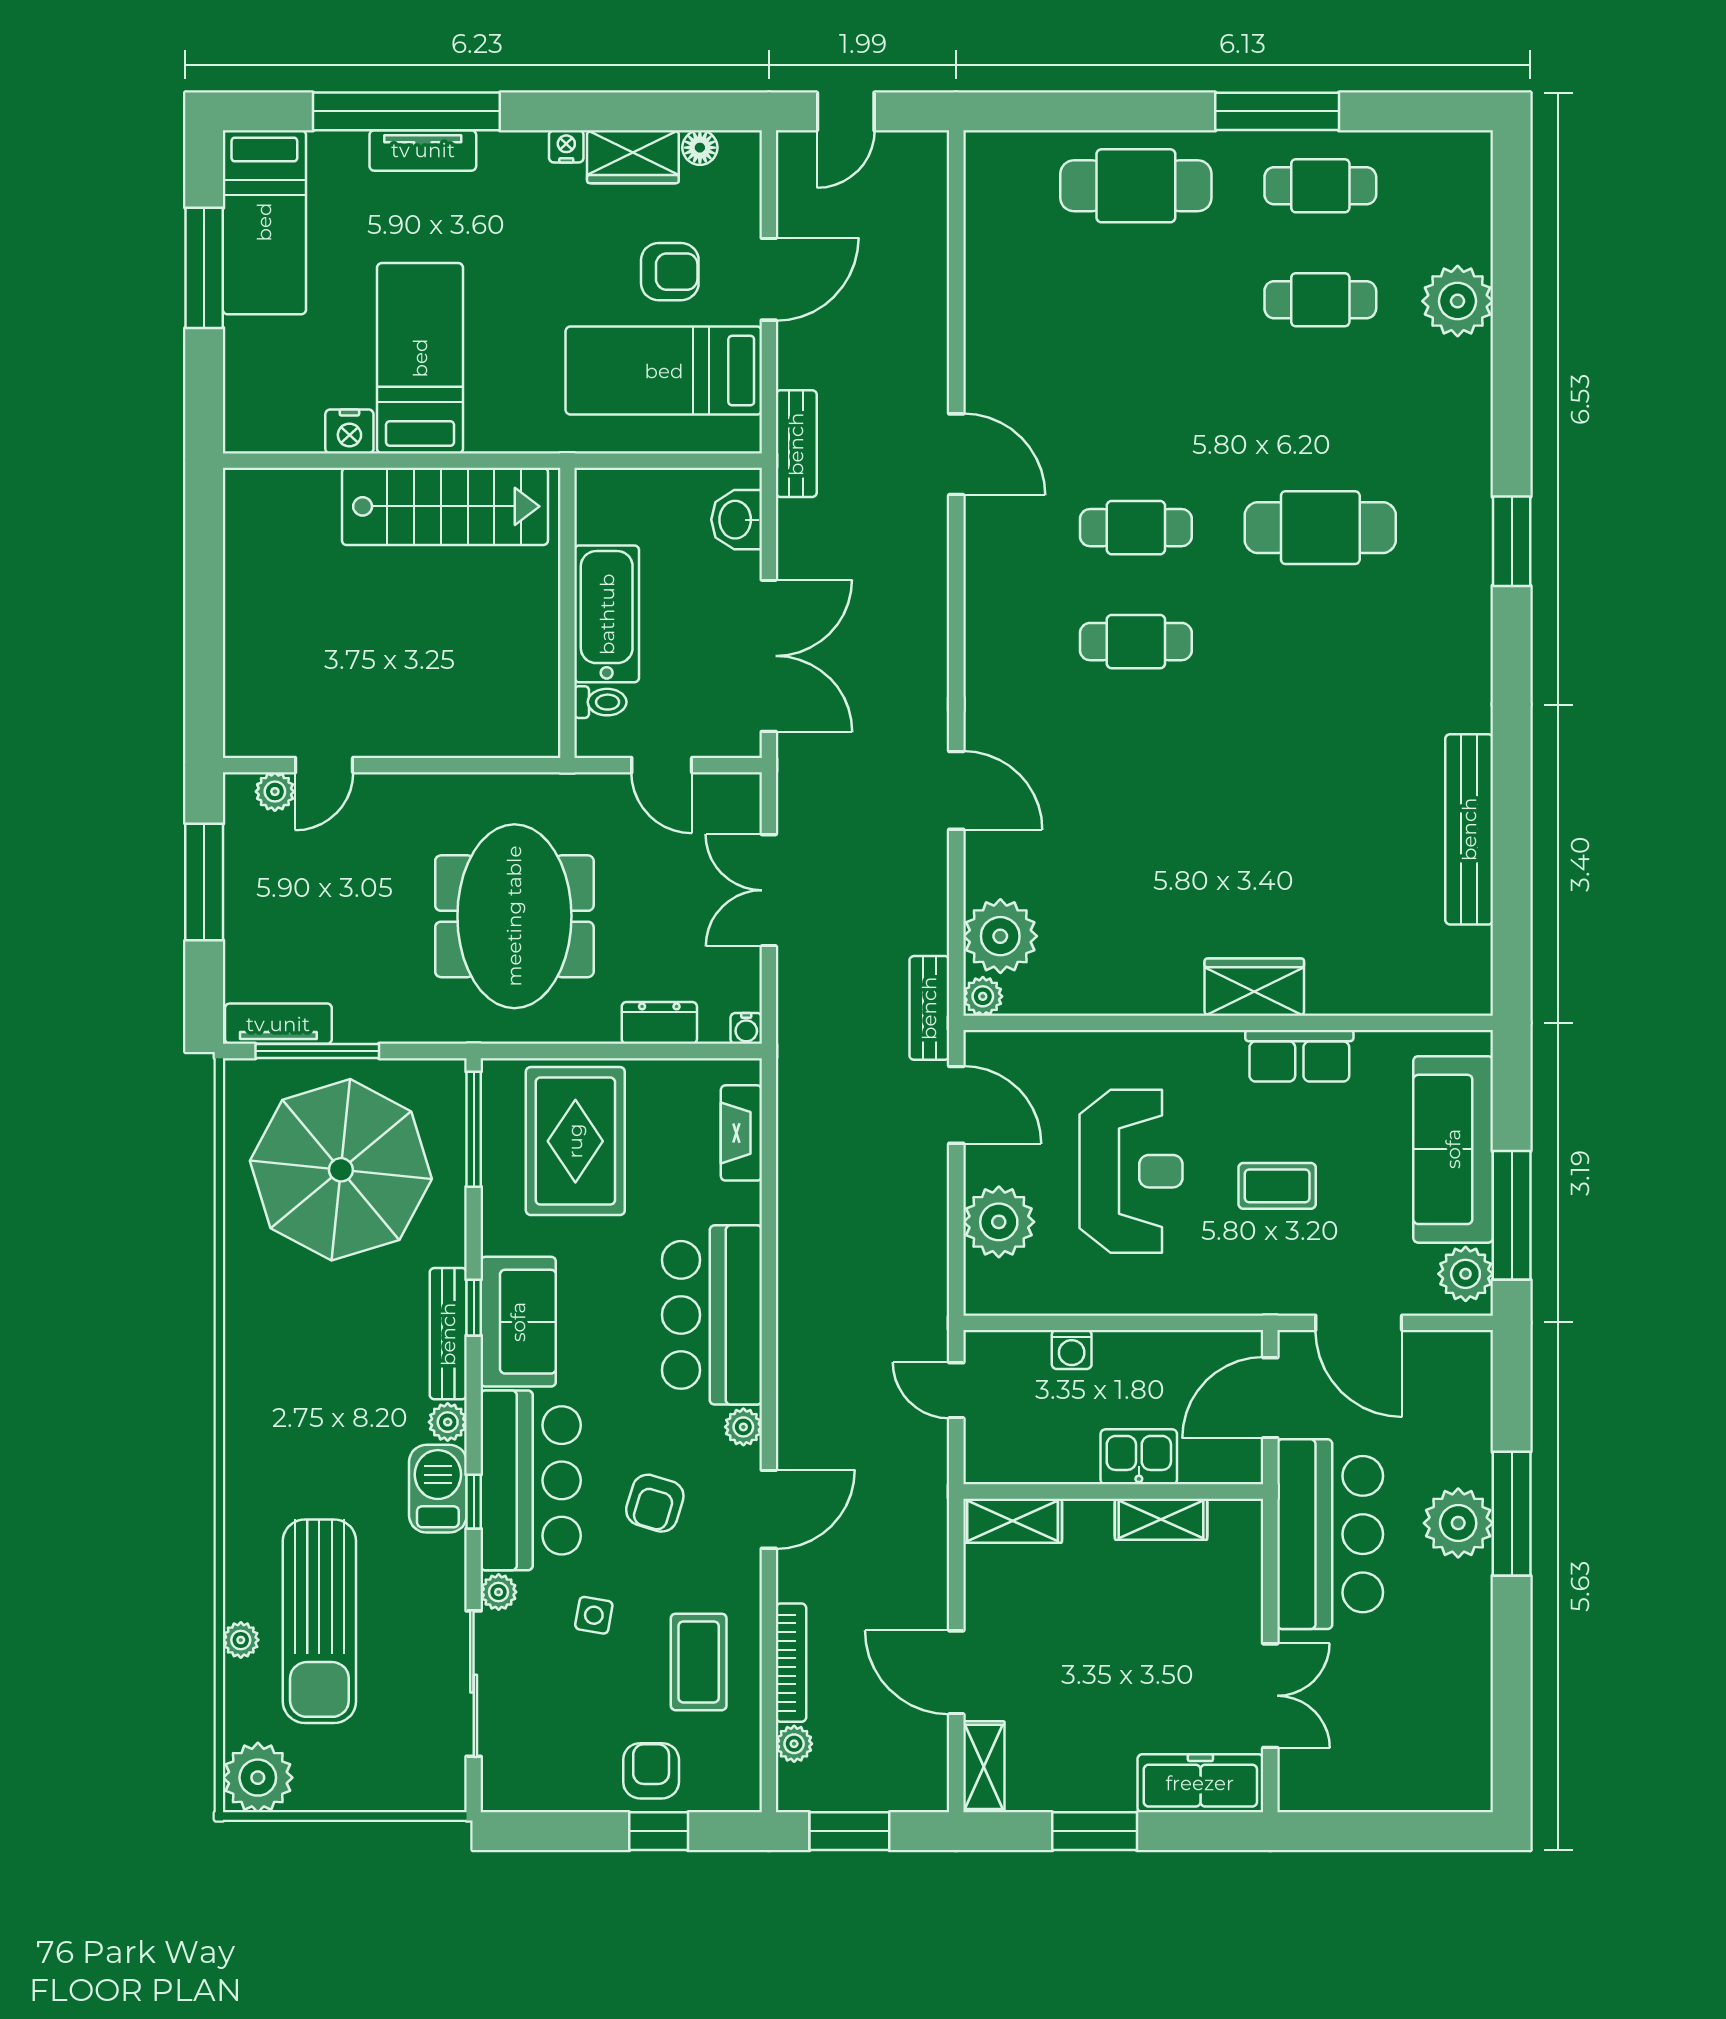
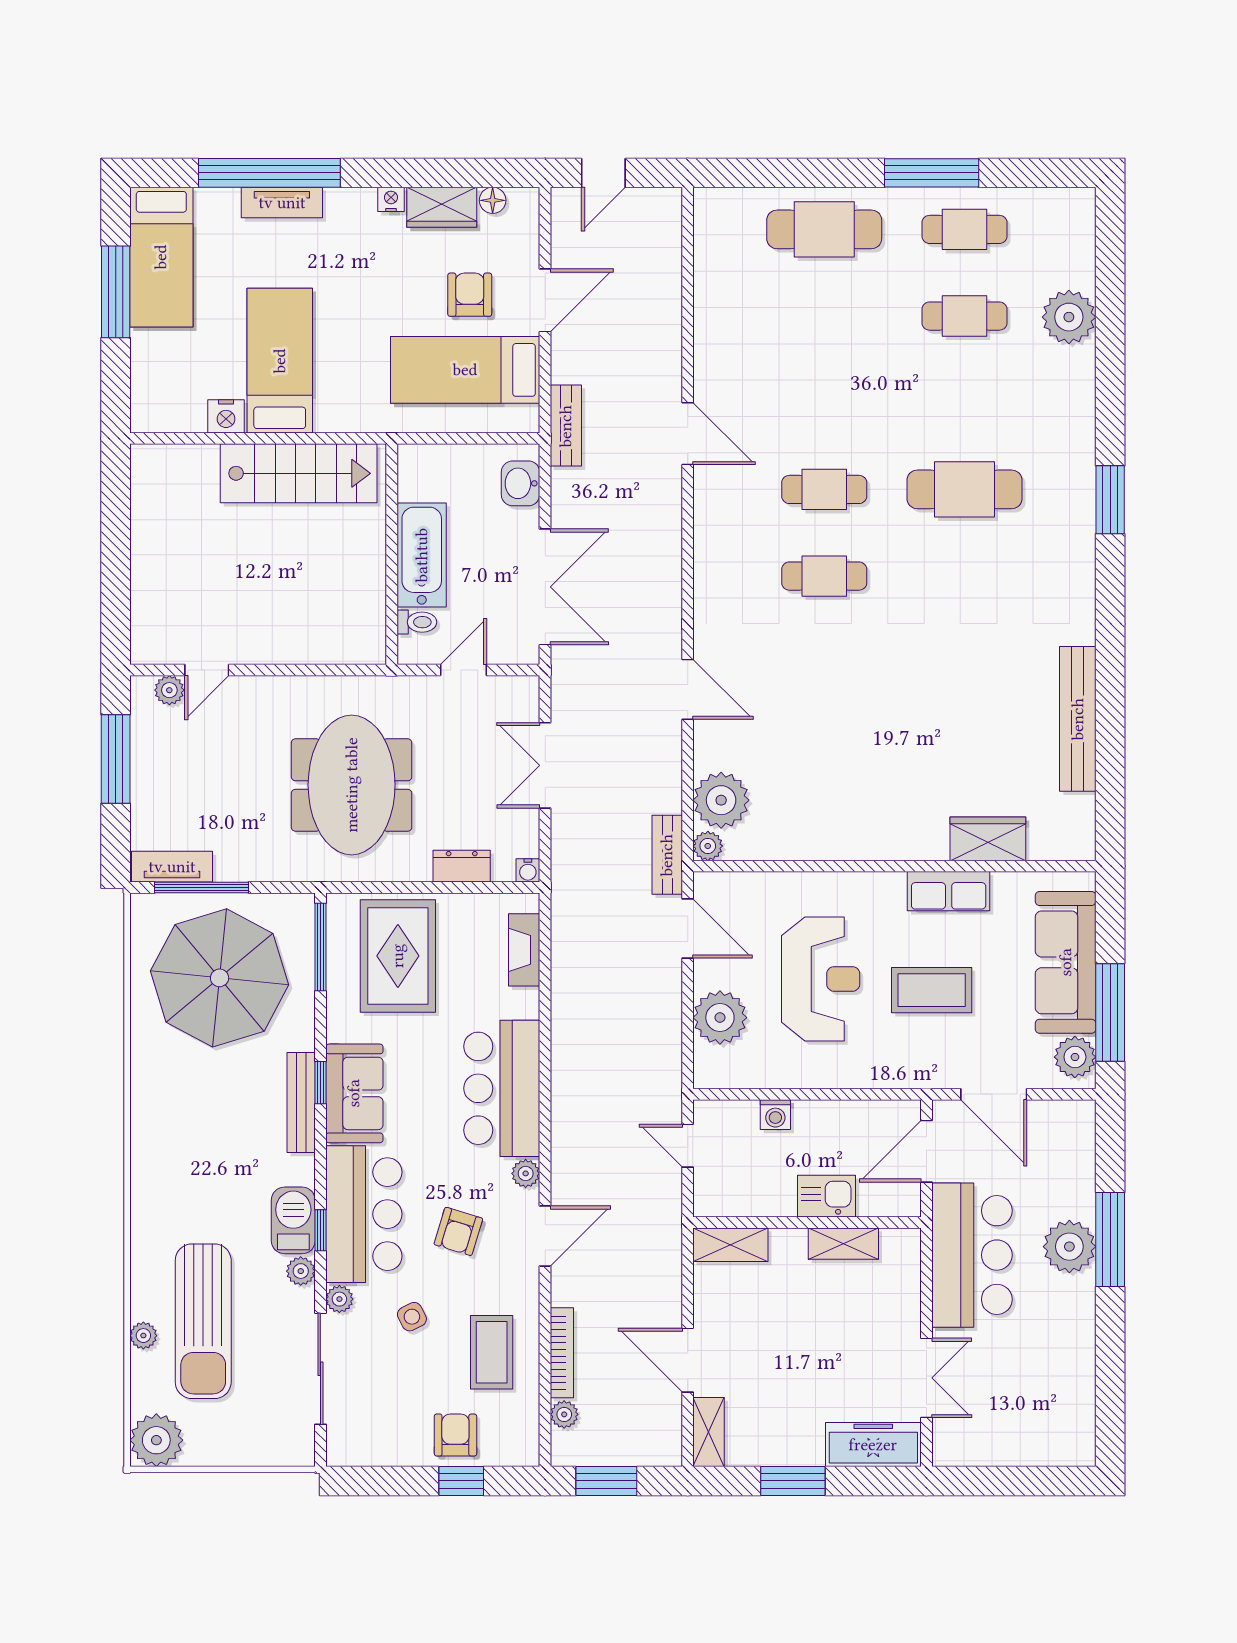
armchair: (670, 272) -> (470, 295), turned -90
door: (662, 765) -> (464, 670), swing flipped
wardrobe: (1254, 987) -> (988, 839), moved
coffee table: (1277, 1186) -> (932, 990), width x1.36, depth x1.30
plant: (448, 1422) -> (301, 1271), moved
side table: (594, 1615) -> (412, 1317), turned -37

